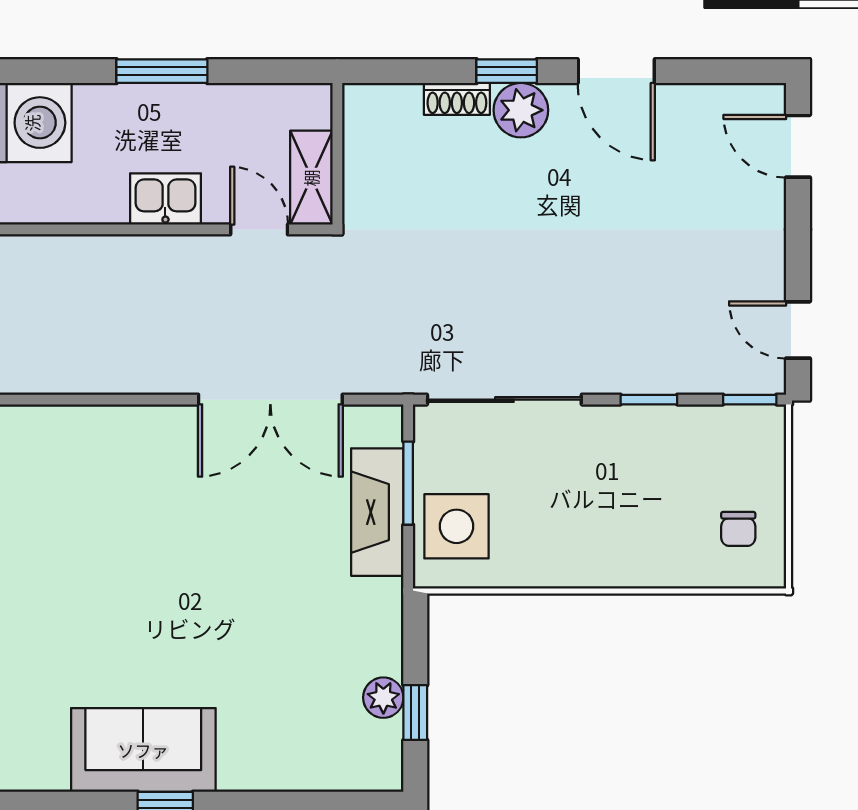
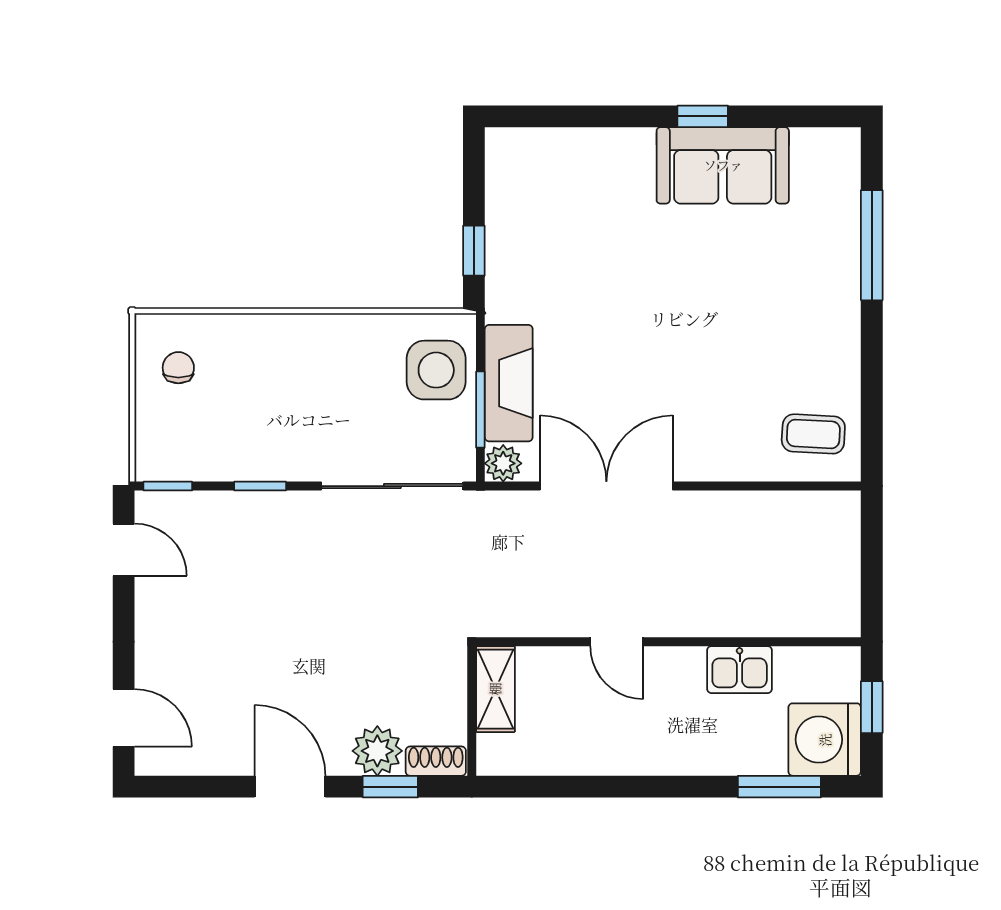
window: (162, 71) -> (779, 787), moved
wall: (337, 154) -> (472, 711), moved
shelving: (311, 178) -> (495, 689), moved
kitchen sink: (165, 199) -> (740, 670), moved
coffee table: (44, 457) -> (813, 434), added
plant: (383, 698) -> (503, 463), moved
window: (415, 713) -> (474, 251), moved

